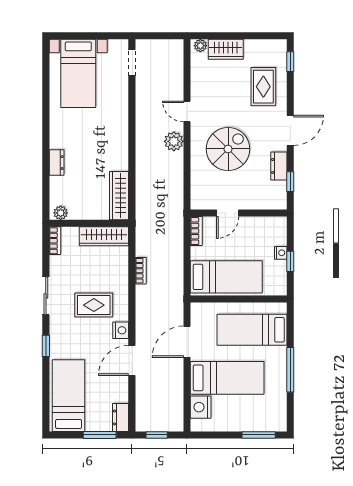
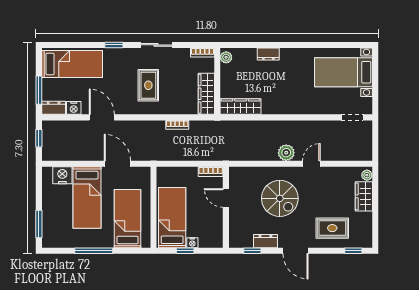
bed: (226, 277) -> (172, 218), moved, turned 180
nightstand: (121, 330) -> (74, 108), moved

